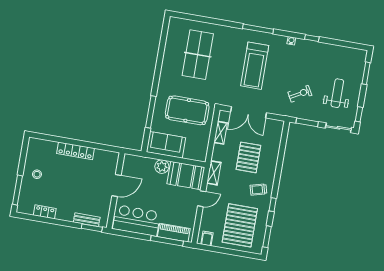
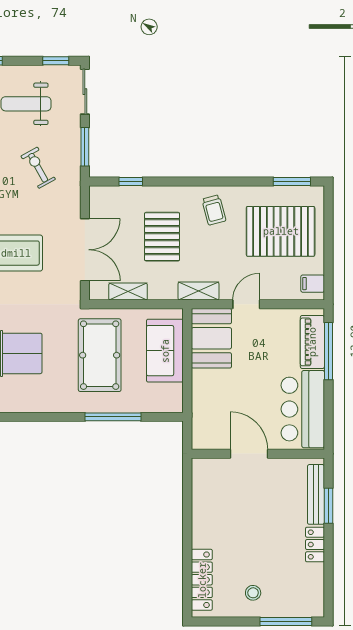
sofa: (166, 145) -> (165, 351), moved
locker: (76, 151) -> (202, 580), moved
pallet: (248, 157) -> (162, 237), turned 90
plant: (162, 167) -> (203, 382), removed
door: (202, 199) -> (246, 304), hinge flipped
window: (273, 205) -> (131, 181), moved
locker: (45, 212) -> (315, 545), moved
bench: (87, 220) -> (316, 494), width x1.36
window: (92, 228) -> (328, 506), moved

